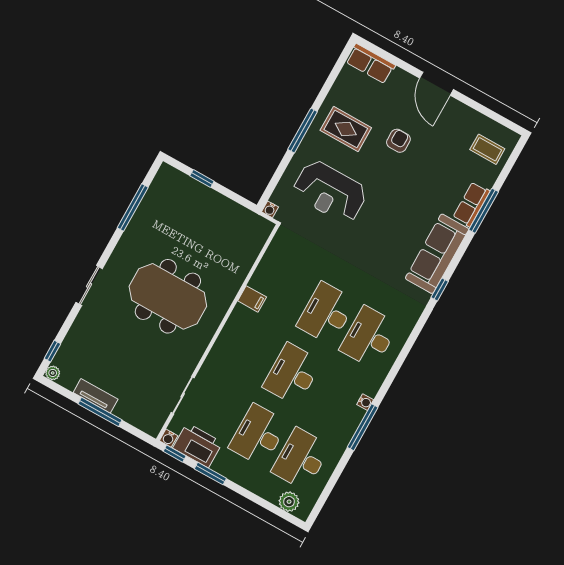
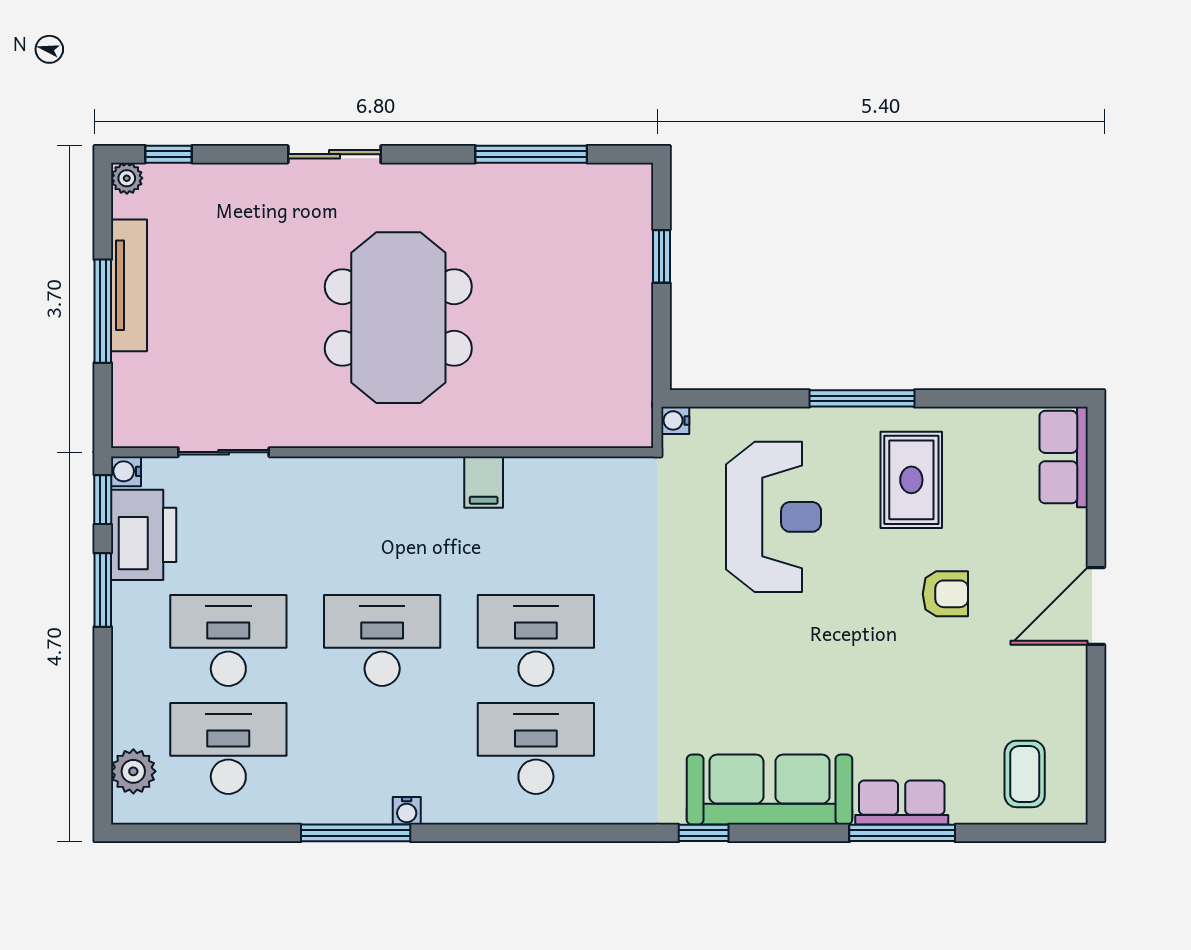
reception desk: (330, 192) -> (774, 517), turned 180
tv unit: (96, 396) -> (129, 285), width x1.41

